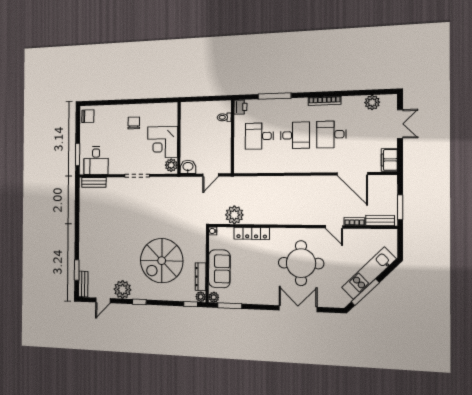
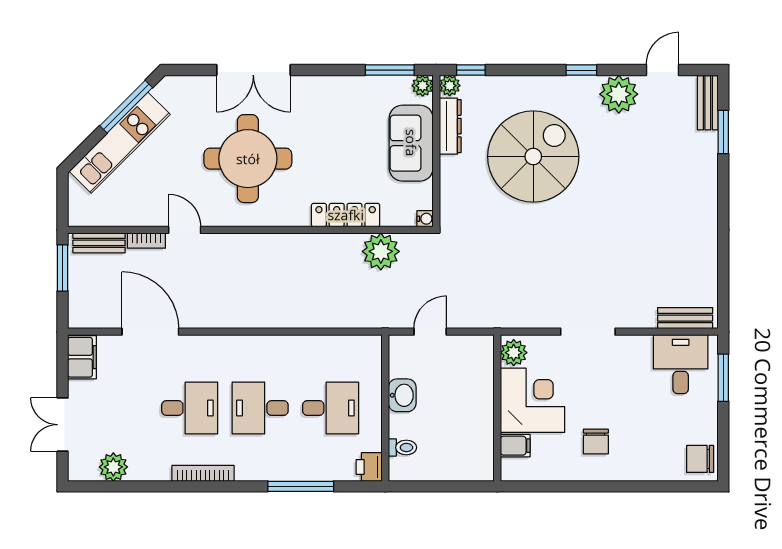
filing cabinet: (171, 120) -> (515, 446), added
washbasin: (188, 167) -> (402, 395), moved, turned -90

